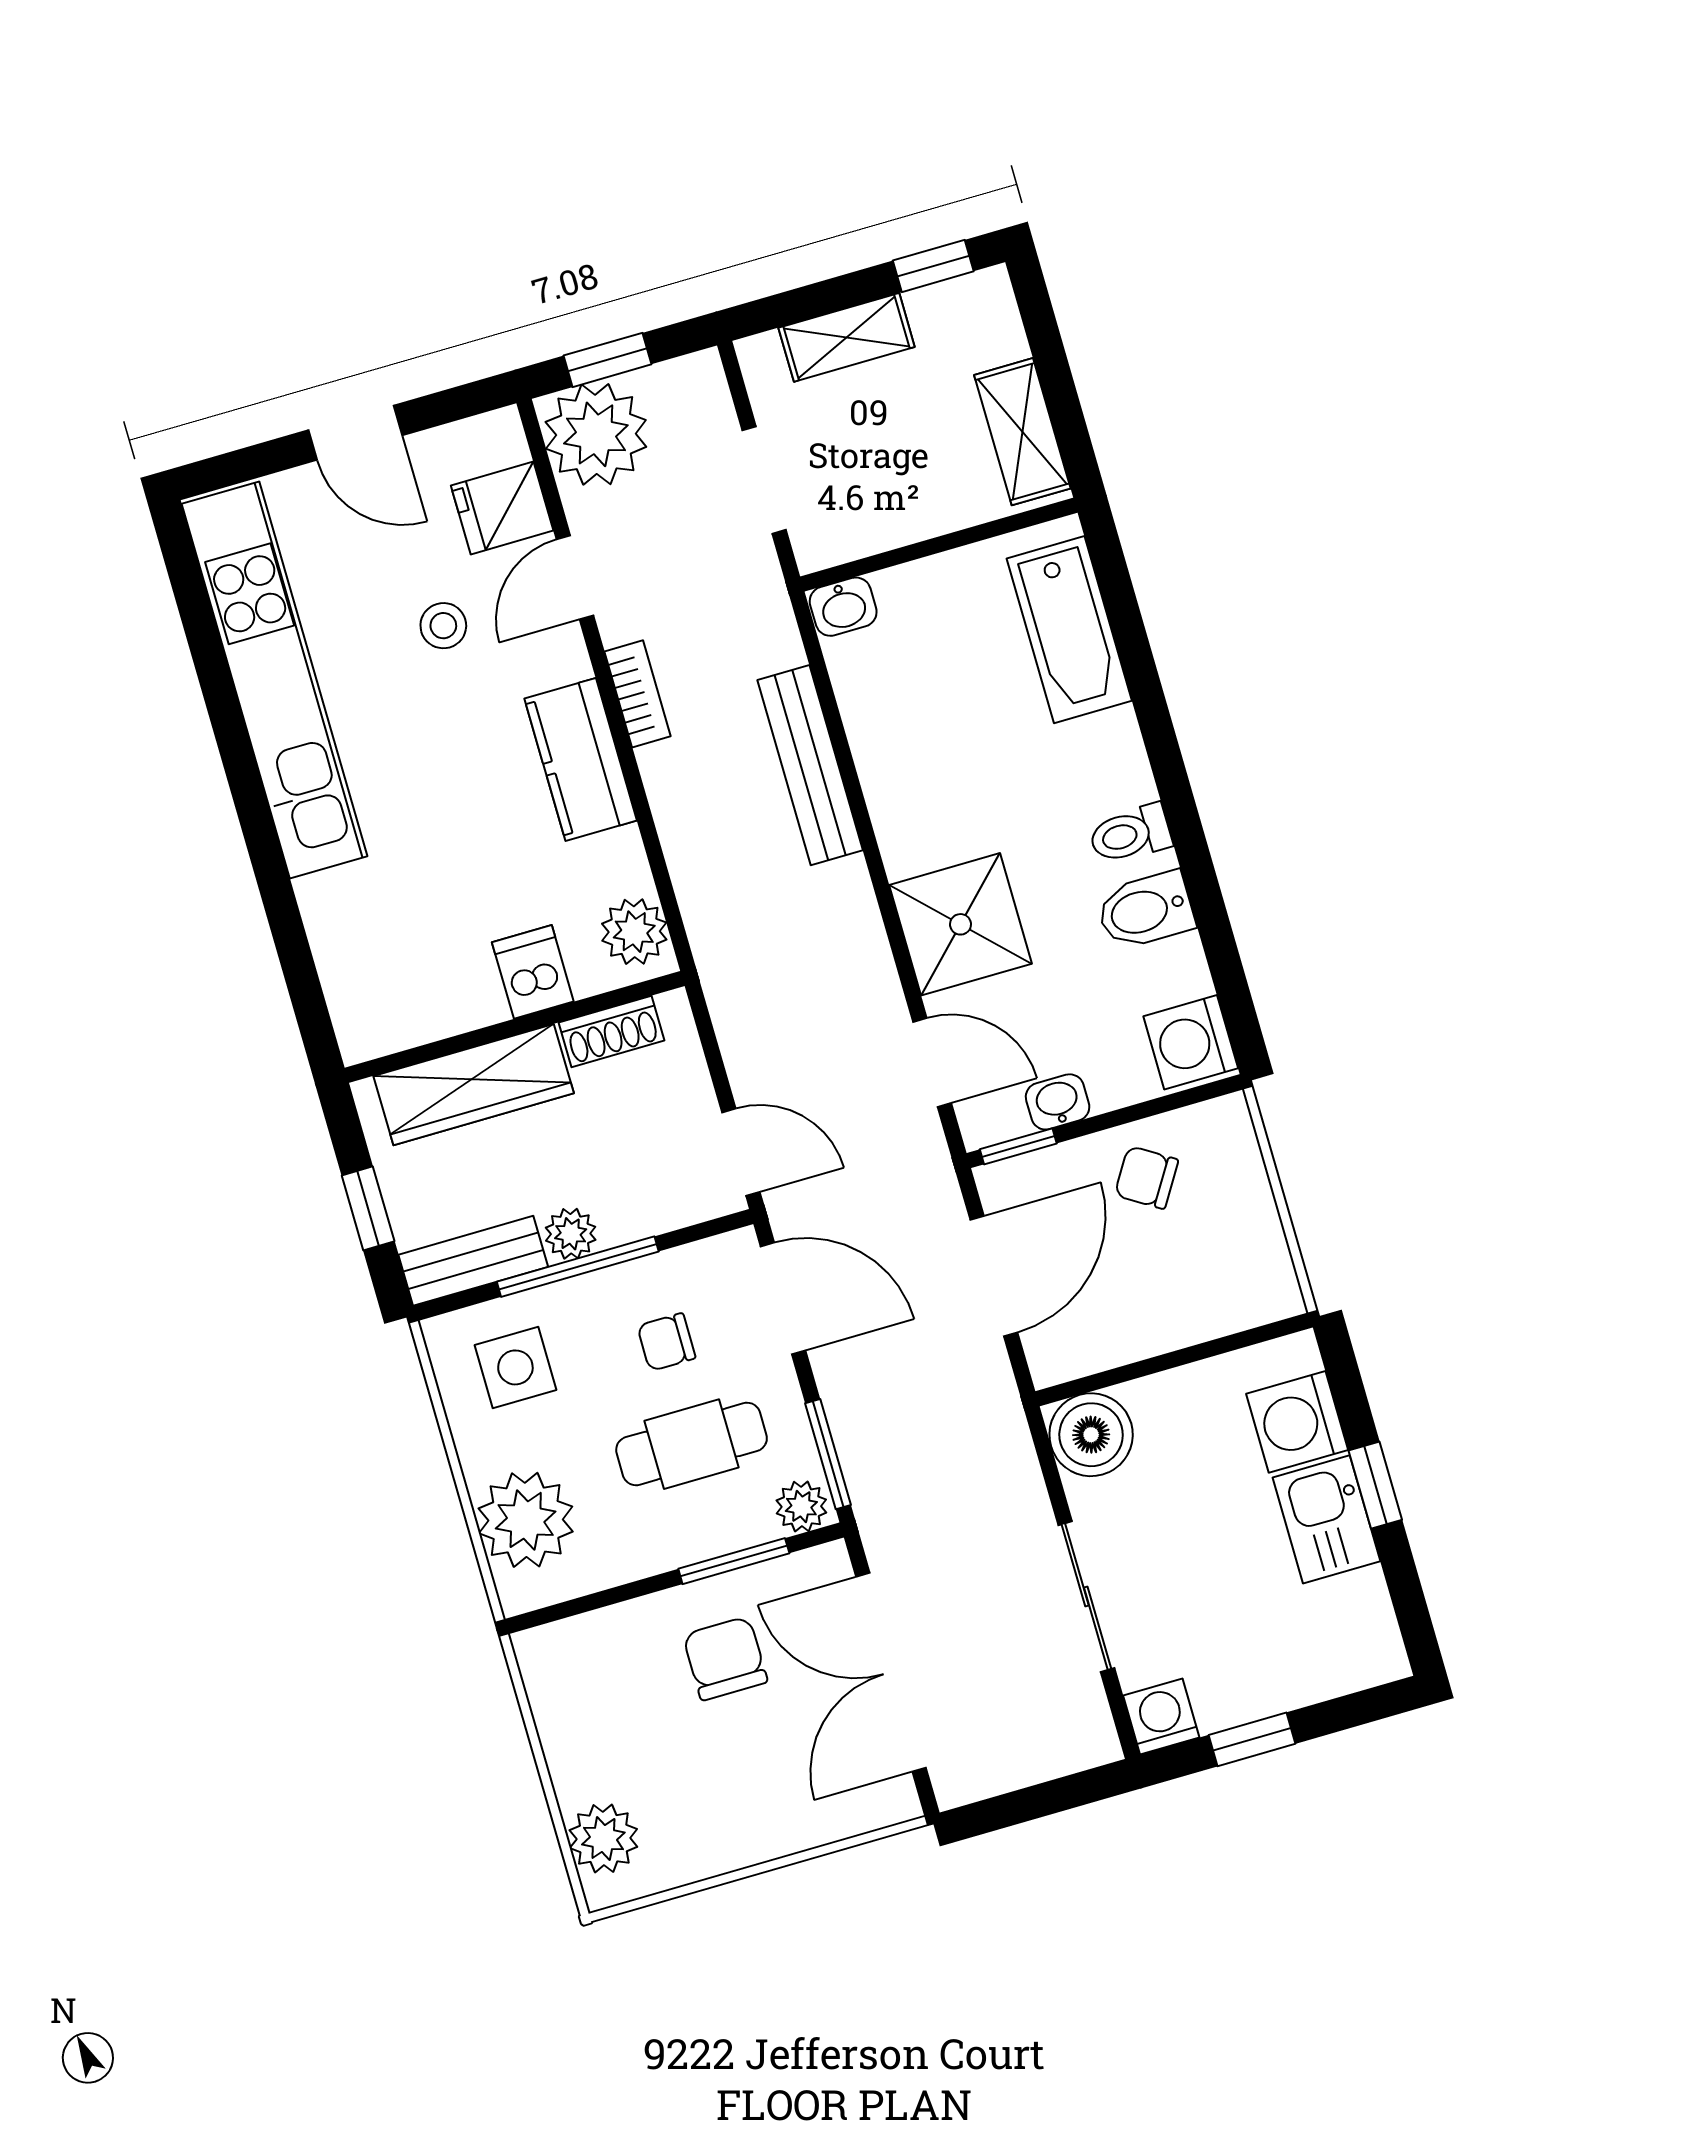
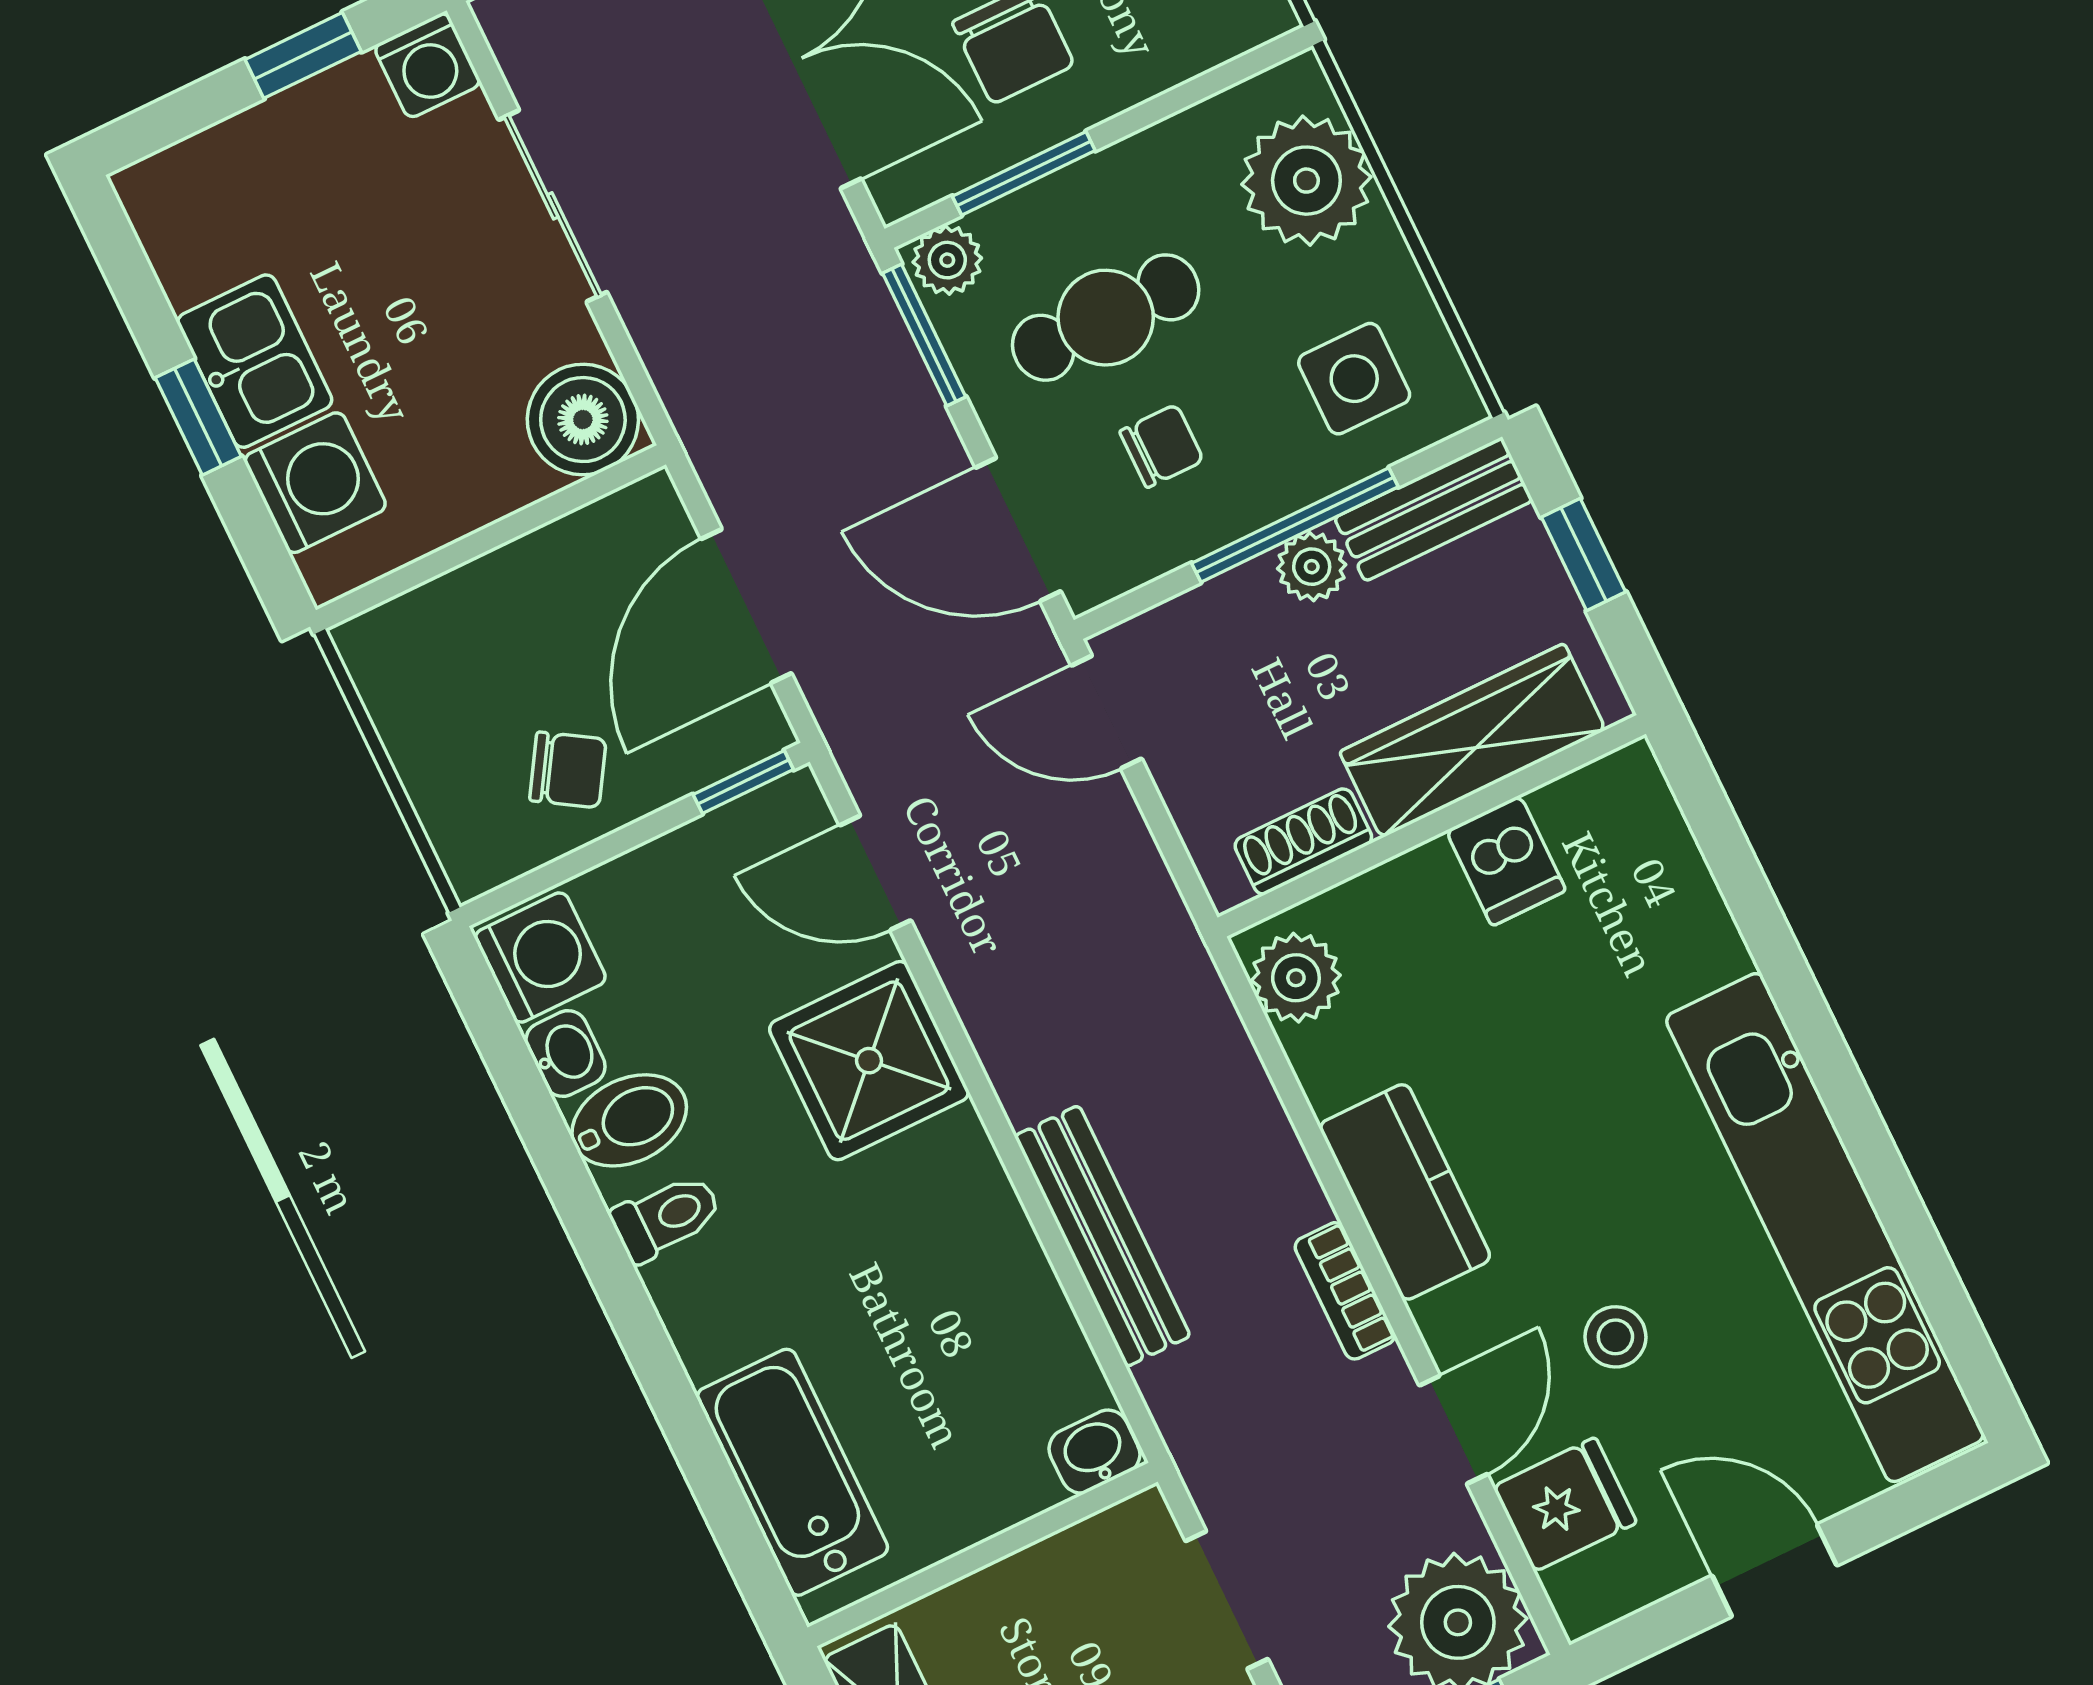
dishwasher: (533, 972) -> (1506, 861), moved
washbasin: (1058, 1102) -> (565, 1053), moved, turned -90

